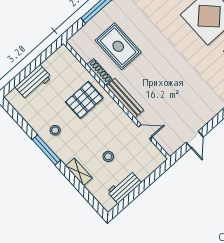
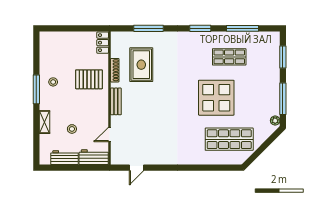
locker: (67, 57) -> (103, 43), added
workbench: (33, 82) -> (94, 157), moved, turned 180
bench: (125, 98) -> (116, 101), width x0.73
door: (145, 132) -> (110, 135), swing flipped

